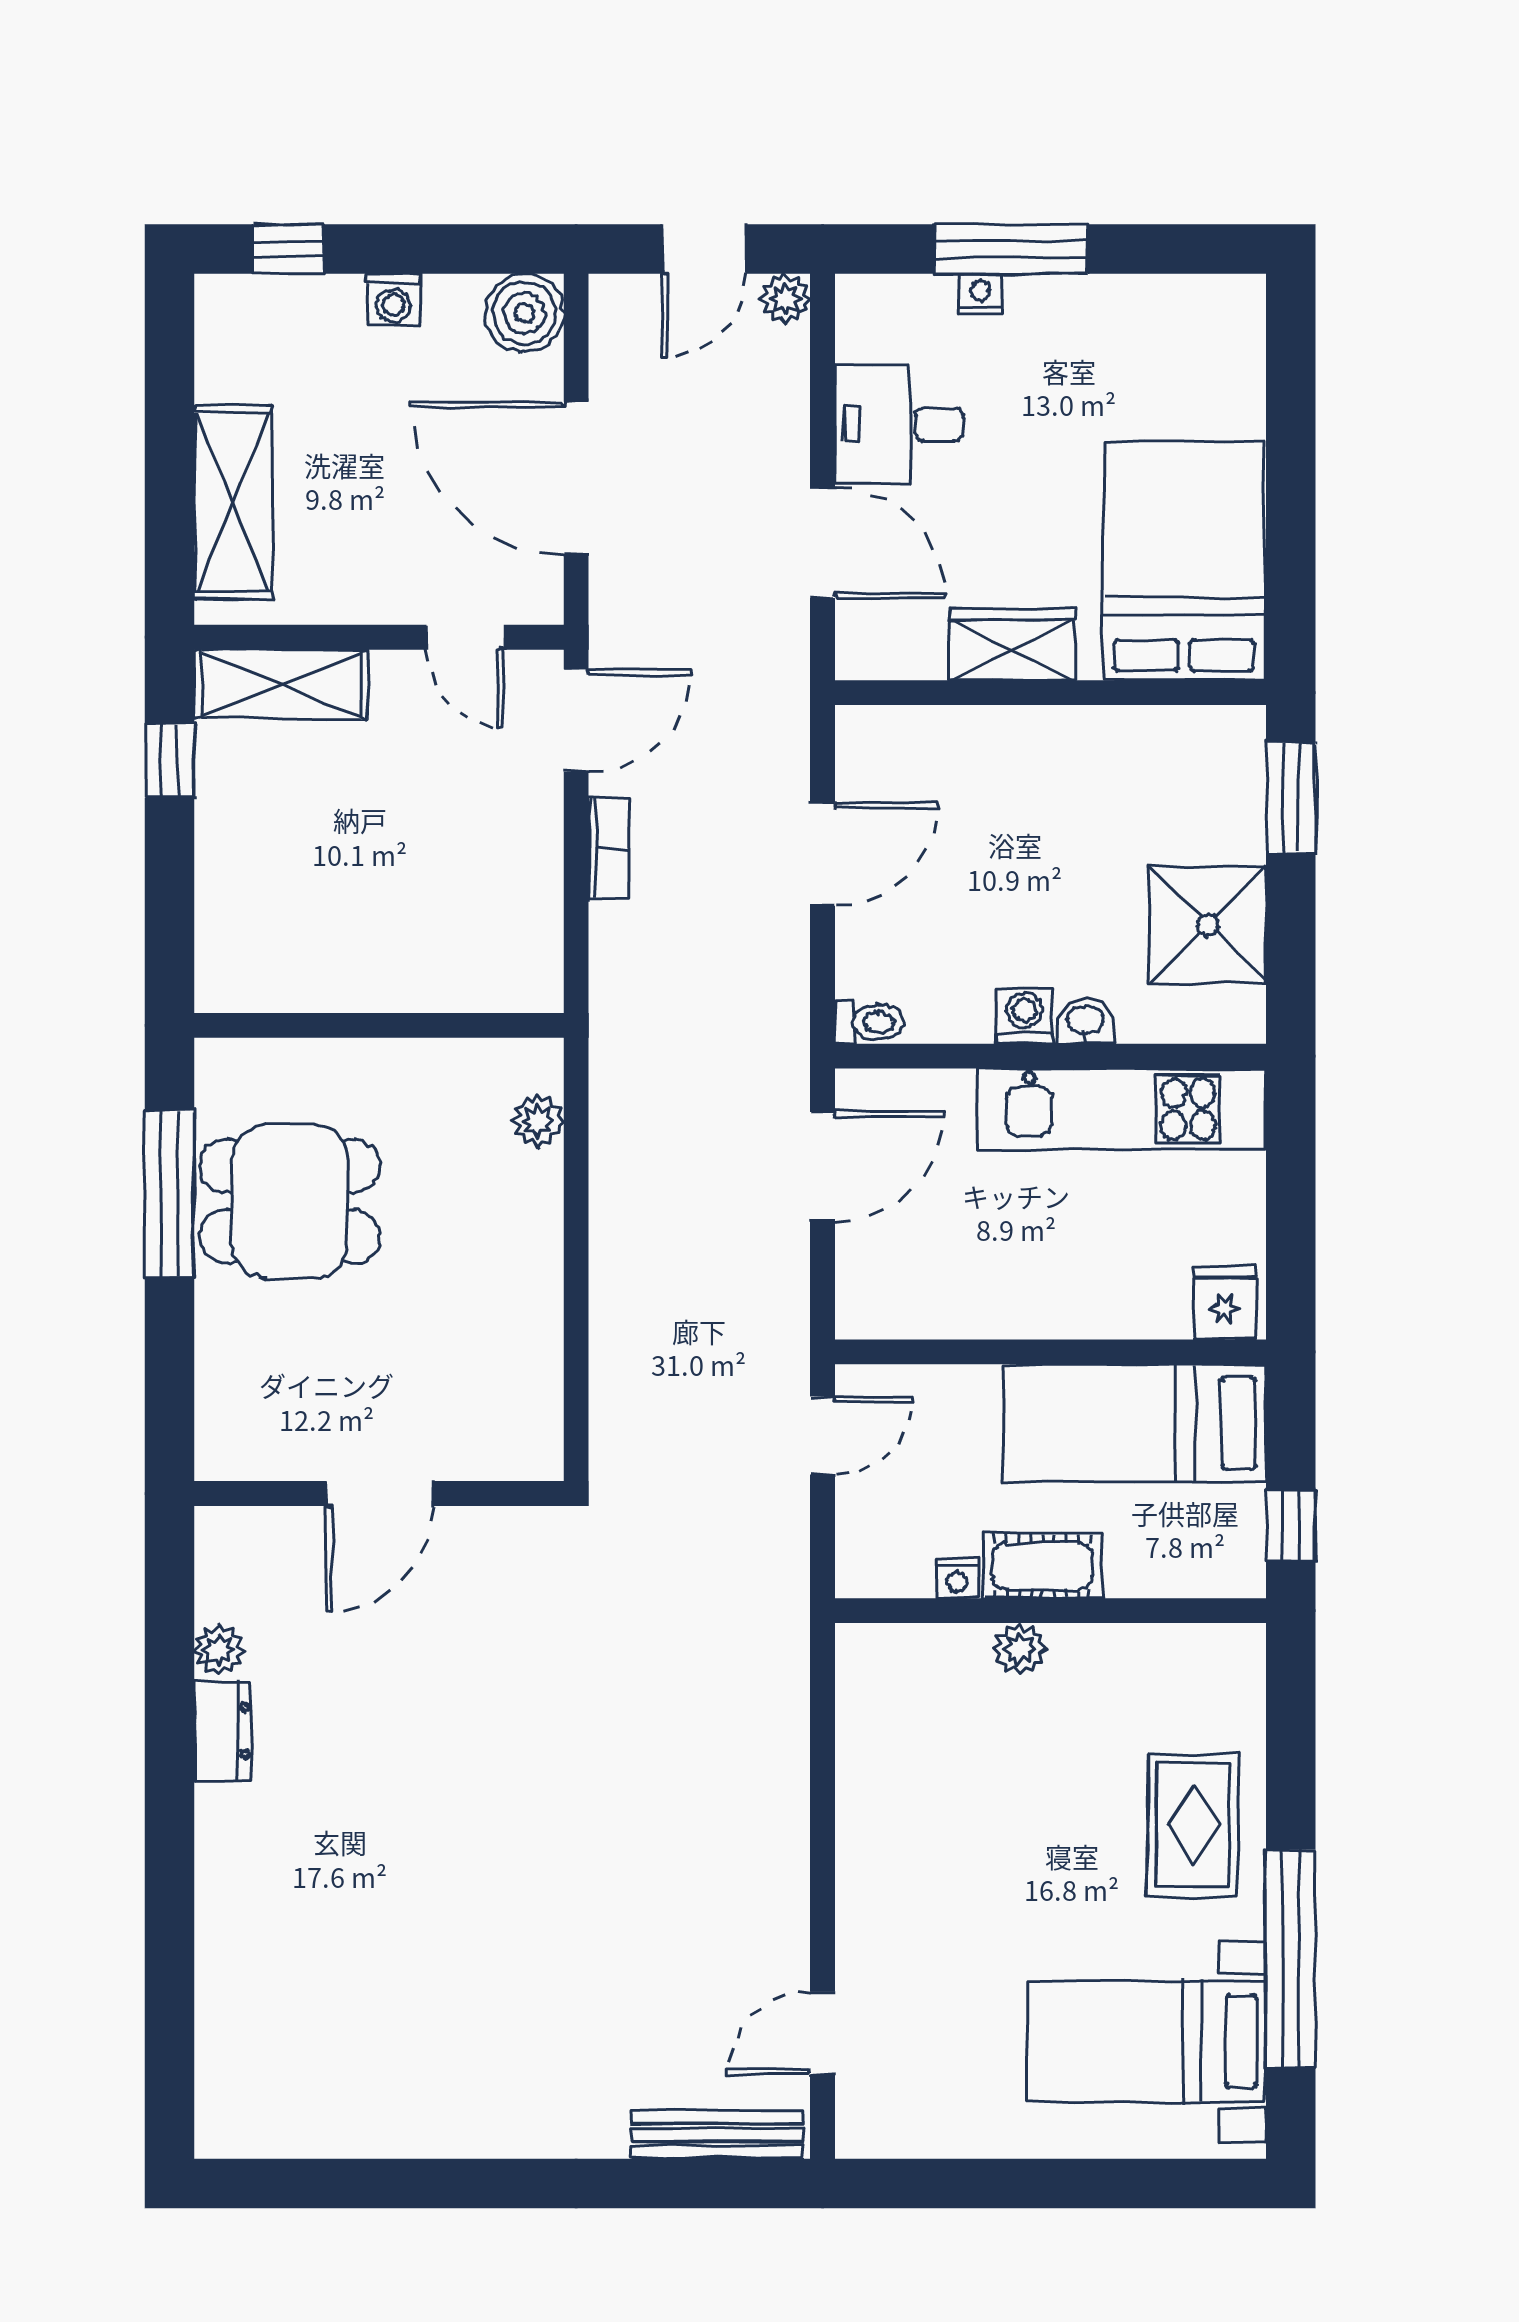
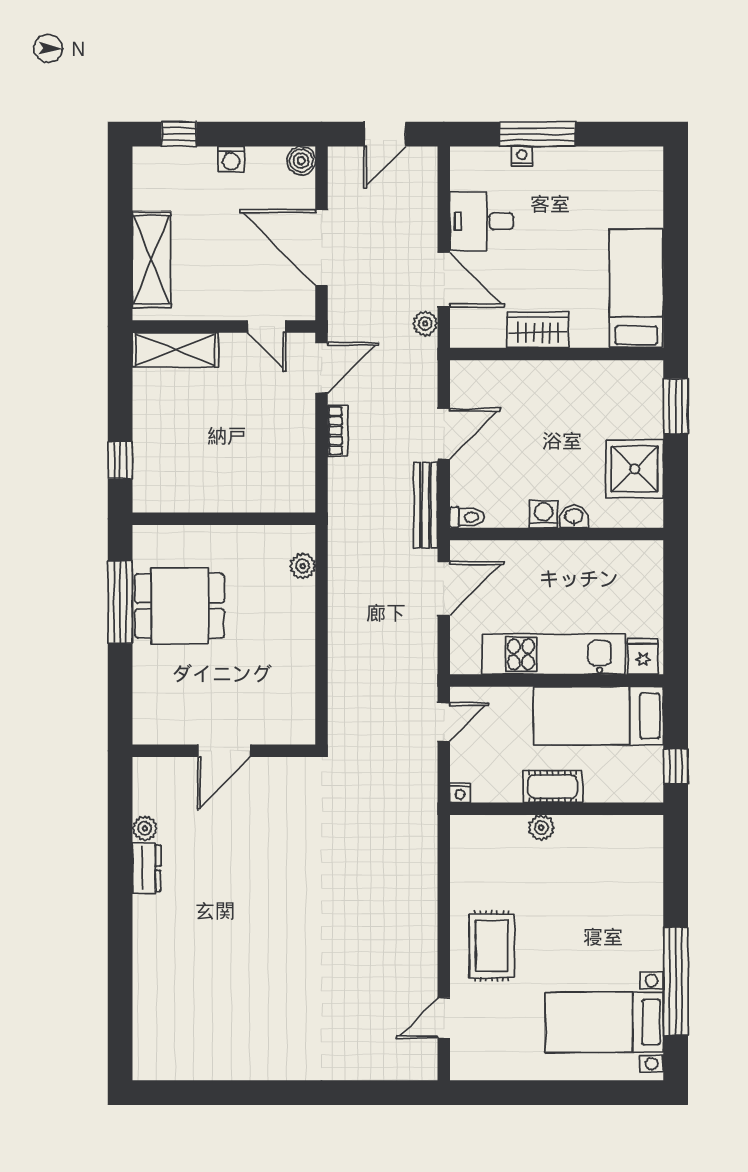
plant: (785, 299) -> (425, 324), moved
boiler: (525, 313) -> (301, 161), width x0.73, depth x0.73
bed: (1184, 561) -> (636, 289), width x0.67
window: (170, 761) -> (120, 460), moved
kitchen unit: (1122, 1109) -> (554, 654), moved, turned 180
nightstand: (957, 1579) -> (460, 793), moved
rug: (1193, 1825) -> (492, 946), moved
bench: (717, 2135) -> (426, 505), moved, turned 90

